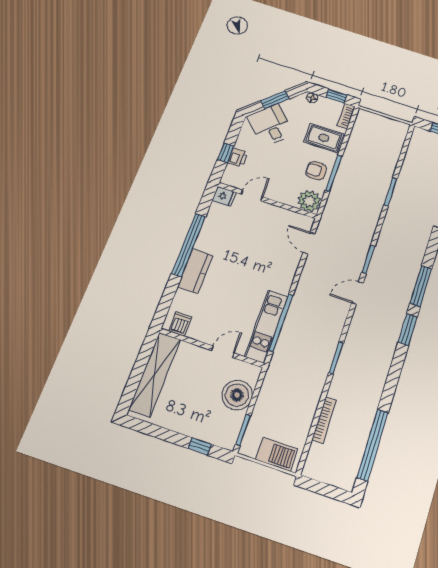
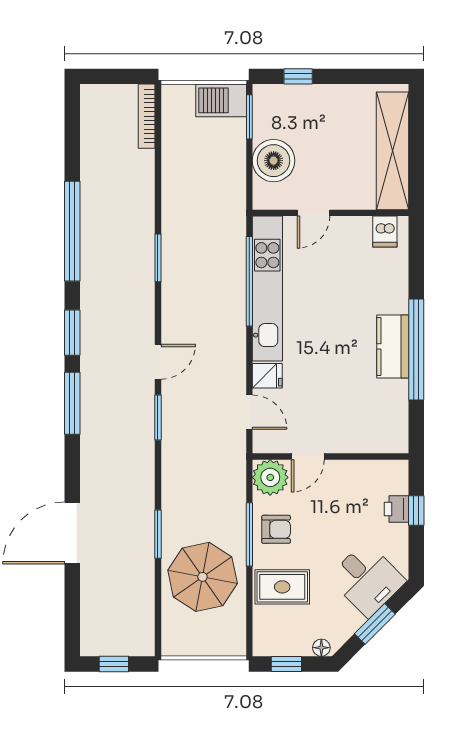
bookcase: (346, 116) -> (261, 635), removed
parasol: (371, 159) -> (203, 577), added
door: (252, 195) -> (308, 456), moved
fridge: (224, 196) -> (267, 376), moved, turned 180
kitchen counter: (195, 271) -> (393, 346), moved
kitchen unit: (266, 326) -> (267, 289), width x1.36
bookcase: (324, 420) -> (147, 116), moved
window: (373, 445) -> (72, 231), moved
barbecue: (277, 454) -> (221, 100), moved

